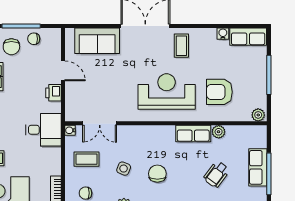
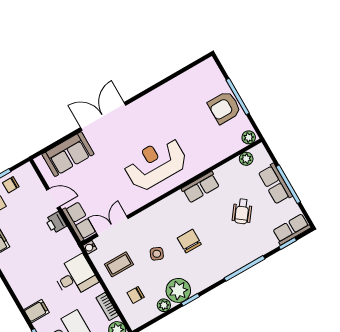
water cooler: (223, 34) -> (176, 83), removed
row of seats: (248, 37) -> (79, 221), moved, turned -90
coffee table: (181, 46) -> (145, 115), removed
armchair: (219, 92) -> (224, 108), moved
double door: (100, 123) -> (112, 226), swing flipped
desk: (43, 130) -> (75, 276), moved
plant: (219, 132) -> (246, 159), moved

